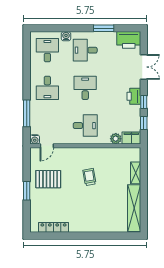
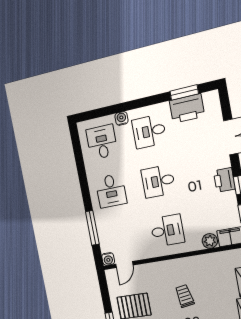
window: (104, 28) -> (184, 92), moved
printer: (129, 40) -> (187, 108), moved
desk: (85, 88) -> (158, 181), turned -90

